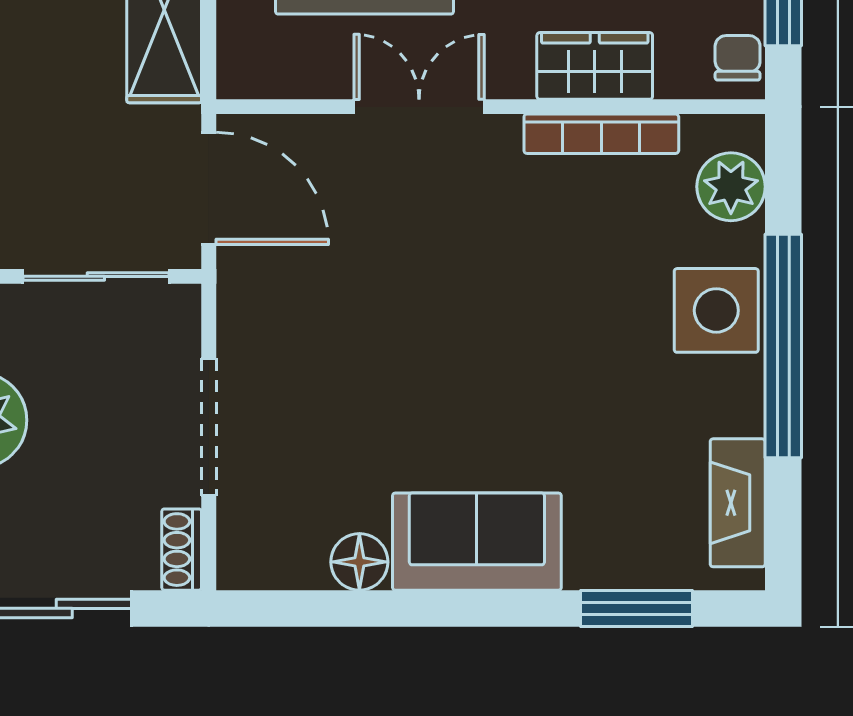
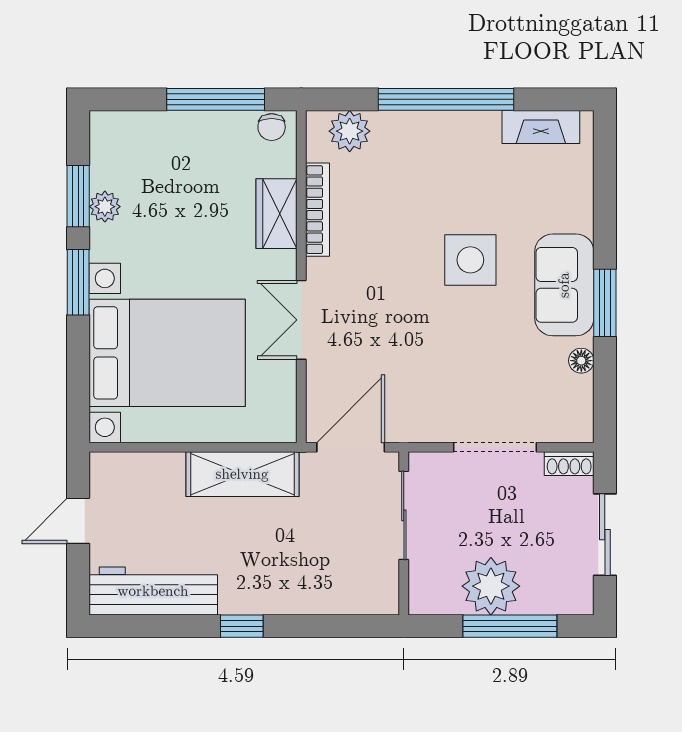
chair: (738, 58) -> (272, 127), turned -90
side table: (716, 310) -> (470, 260), moved
floor lamp: (359, 562) -> (581, 361), width x0.73, depth x0.73
window: (636, 608) -> (605, 303), moved

